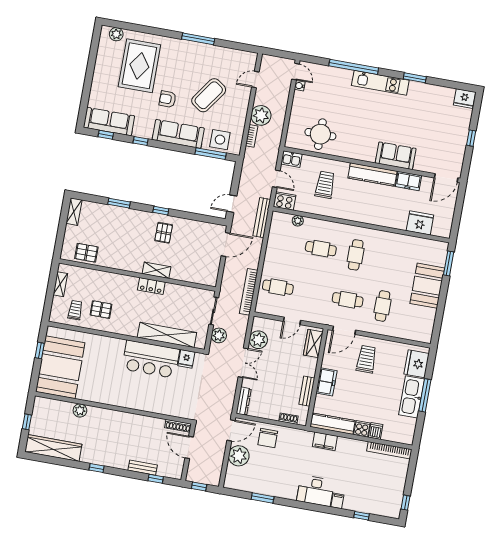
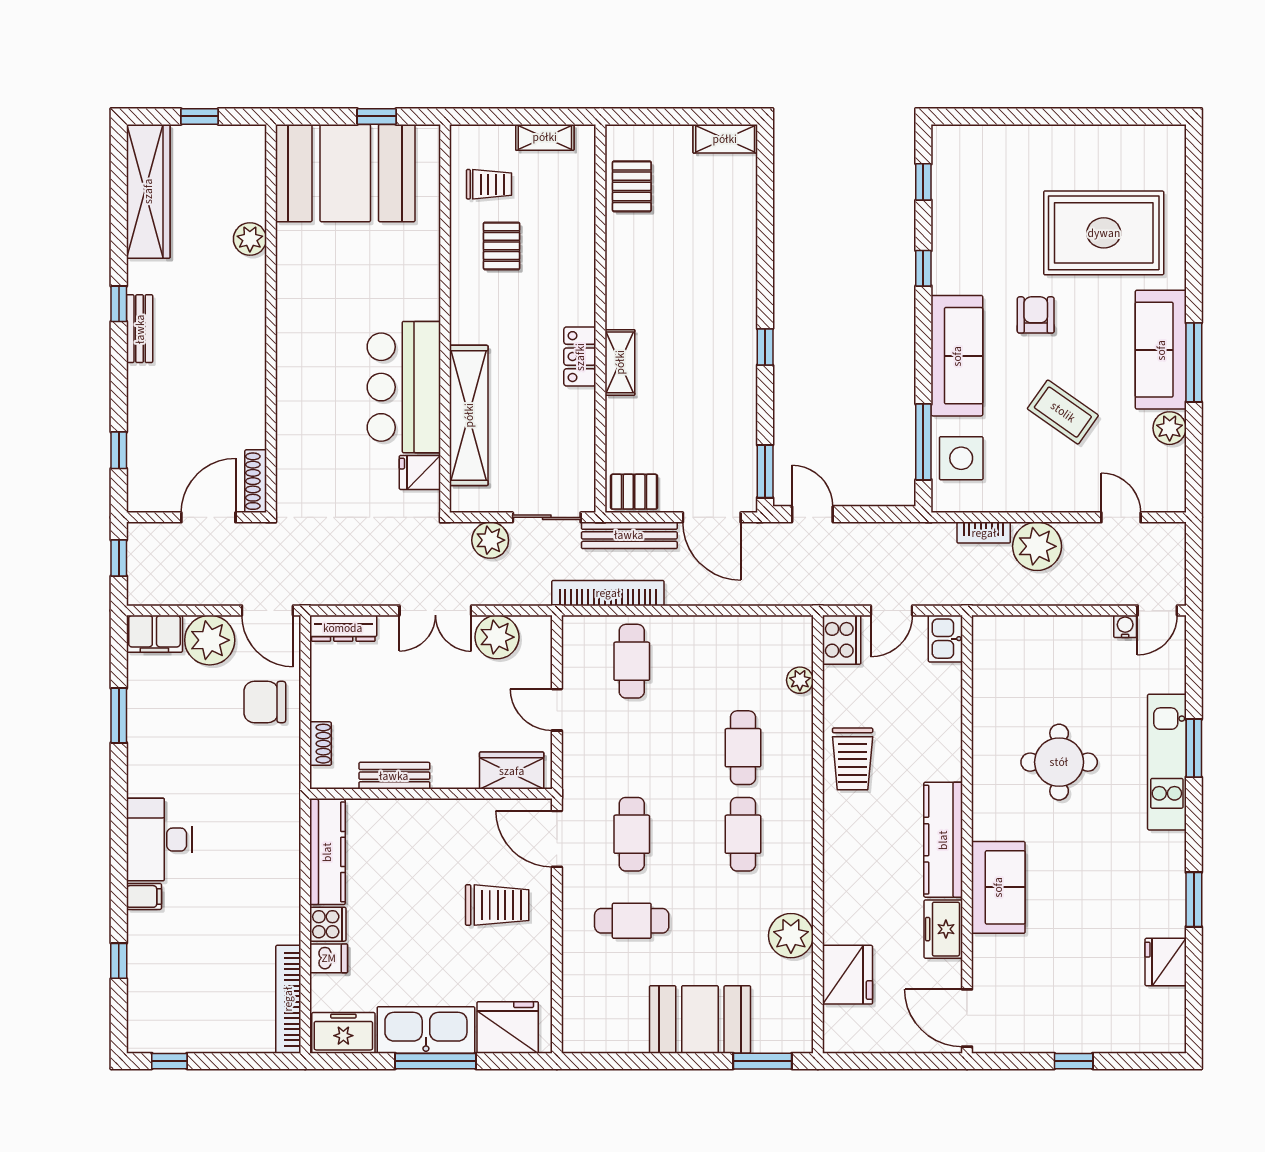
plant: (116, 34) -> (1170, 428), moved
window: (354, 67) -> (1194, 748), width x0.47
kitchen unit: (380, 83) -> (1167, 762), moved
coffee table: (209, 95) -> (1063, 412), width x0.73, depth x0.76
fridge: (464, 99) -> (1166, 962), moved
sofa: (109, 122) -> (1161, 350), moved, turned 180
round table: (320, 134) -> (1059, 762), moved
trolley: (325, 185) -> (853, 759), moved, turned 90
window: (119, 203) -> (765, 471), moved
bench: (262, 218) -> (629, 535), moved
pallet: (164, 233) -> (634, 492), moved
plant: (400, 243) -> (791, 936), added
cafe table: (356, 255) -> (743, 834), turned 90
freezer: (326, 382) -> (343, 1033), moved, turned 180
filing cabinet: (325, 441) -> (154, 634), moved, turned -90
bench: (143, 468) -> (140, 329), moved

